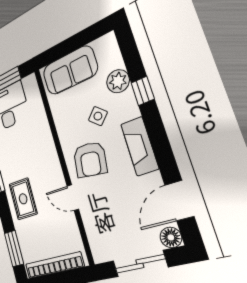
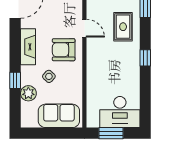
armchair: (90, 160) -> (64, 50), turned -98
rug: (23, 199) -> (123, 27), moved

